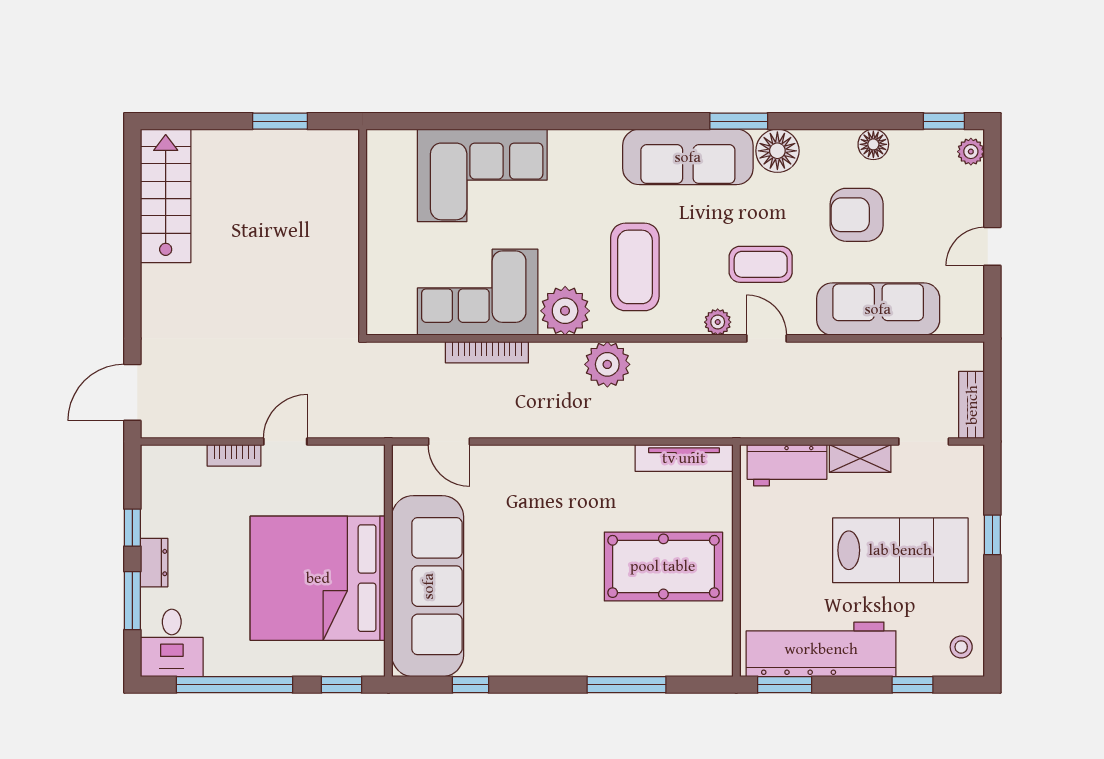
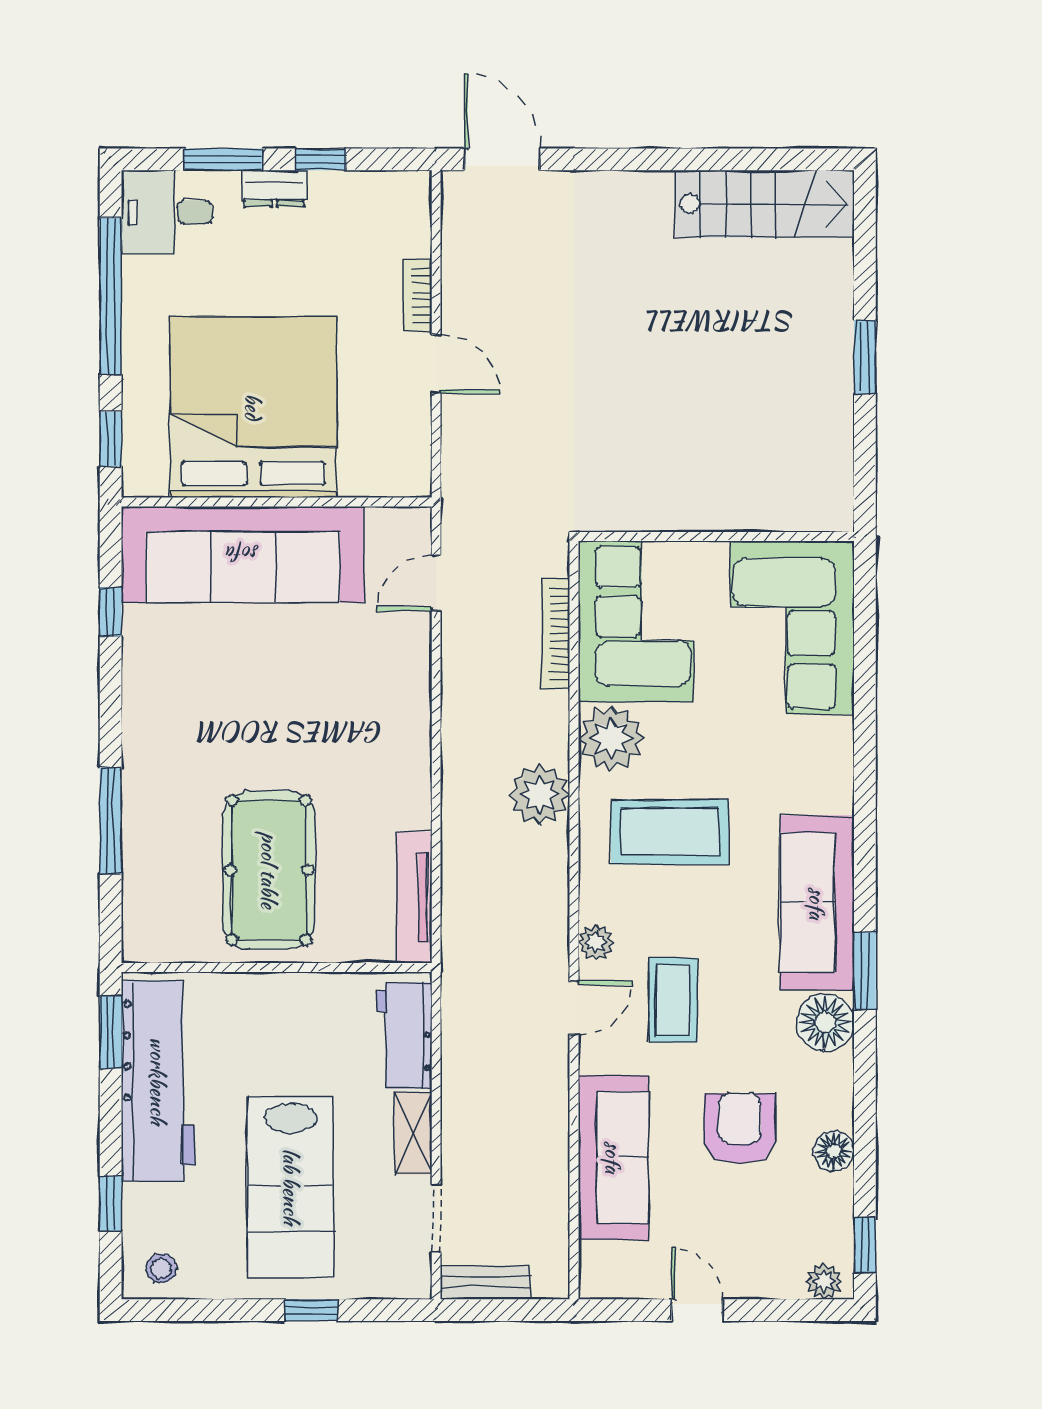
wall: (363, 232) -> (716, 537), moved

